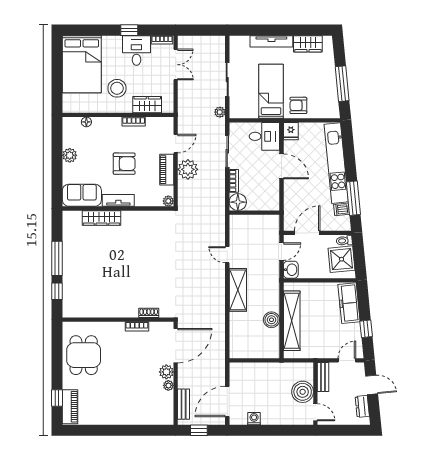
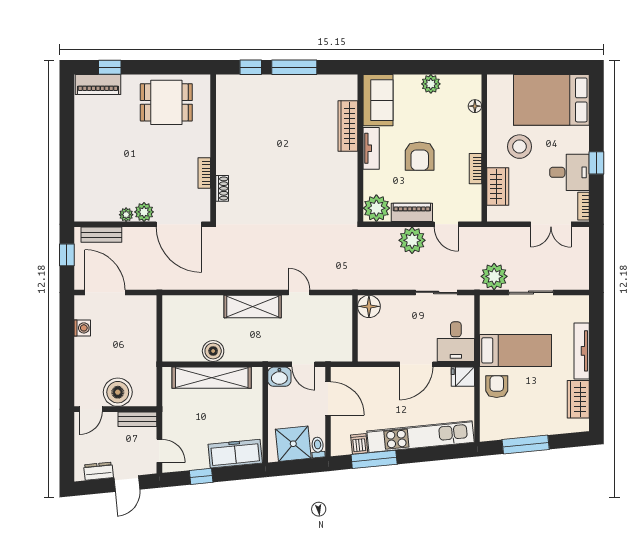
plant: (220, 112) -> (494, 276), width x1.88, depth x1.88
bookcase: (234, 181) -> (397, 301), removed
plant: (168, 201) -> (376, 208), width x1.88, depth x1.88
door: (227, 255) -> (299, 292), hinge flipped

